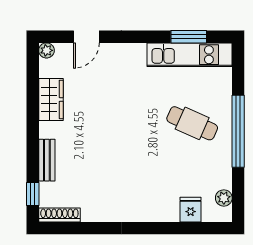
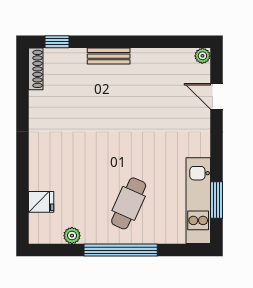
wardrobe: (51, 99) -> (153, 60), removed
bench: (47, 160) -> (109, 56), moved
plant: (224, 198) -> (72, 236), moved

